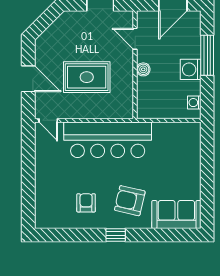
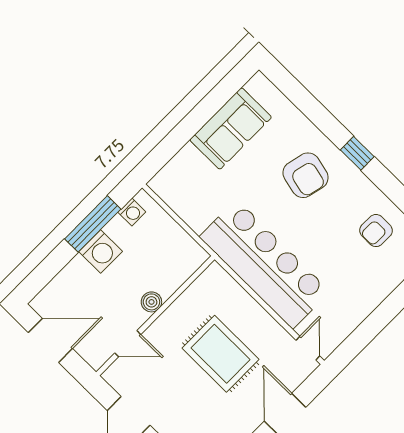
door: (135, 39) -> (128, 344), hinge flipped
window: (207, 55) -> (93, 224), moved
armchair: (86, 203) -> (376, 231), moved
sofa: (176, 215) -> (231, 128), moved, turned -90

